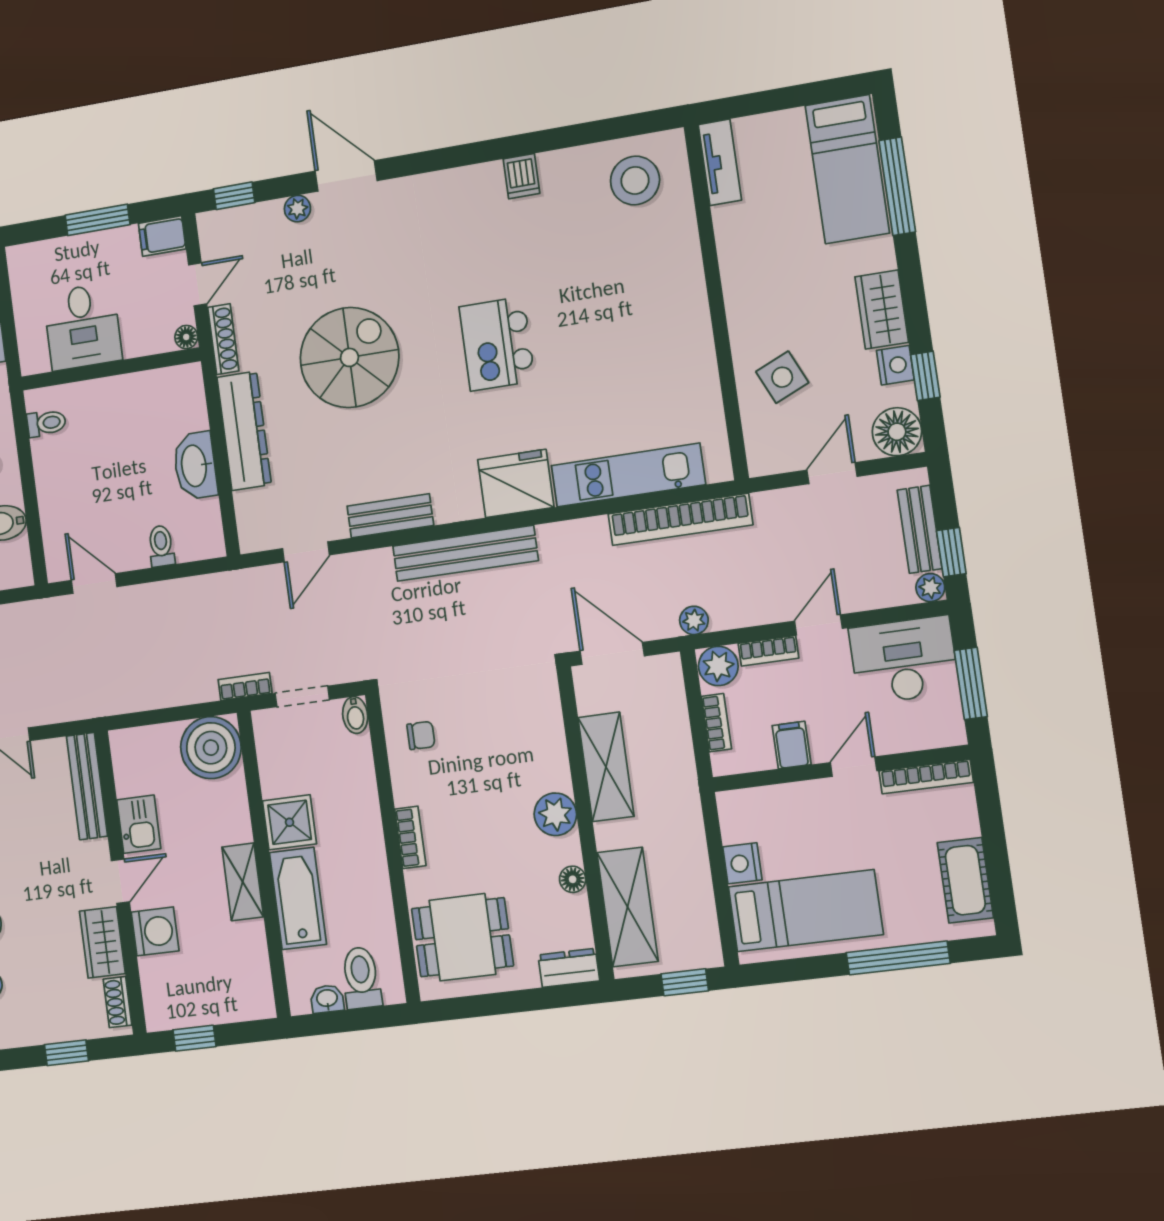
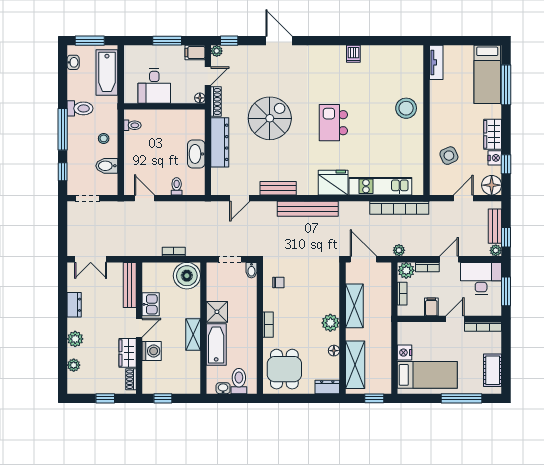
stool: (635, 180) -> (406, 108), moved
plant: (297, 209) -> (217, 51), moved
bookcase: (245, 686) -> (174, 252), moved
dining table: (462, 937) -> (284, 369), turned 90

